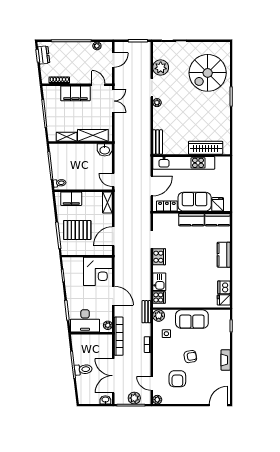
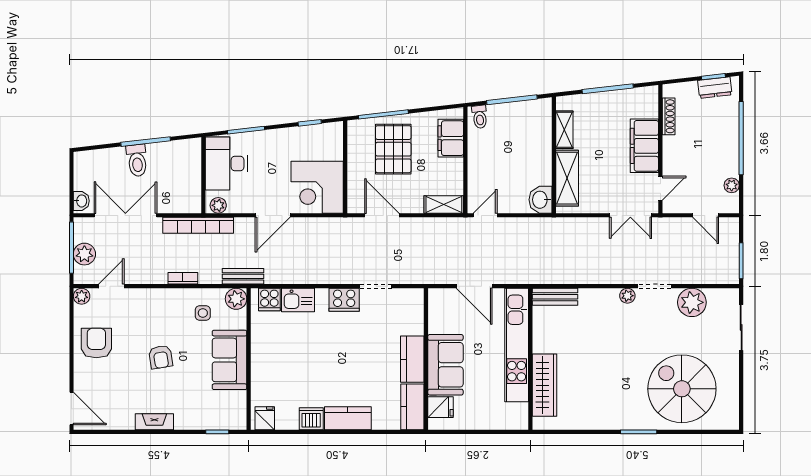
locker: (167, 206) -> (437, 314), removed
dishwasher: (224, 287) -> (311, 419), moved
armchair: (177, 379) -> (96, 343), moved, turned 90

